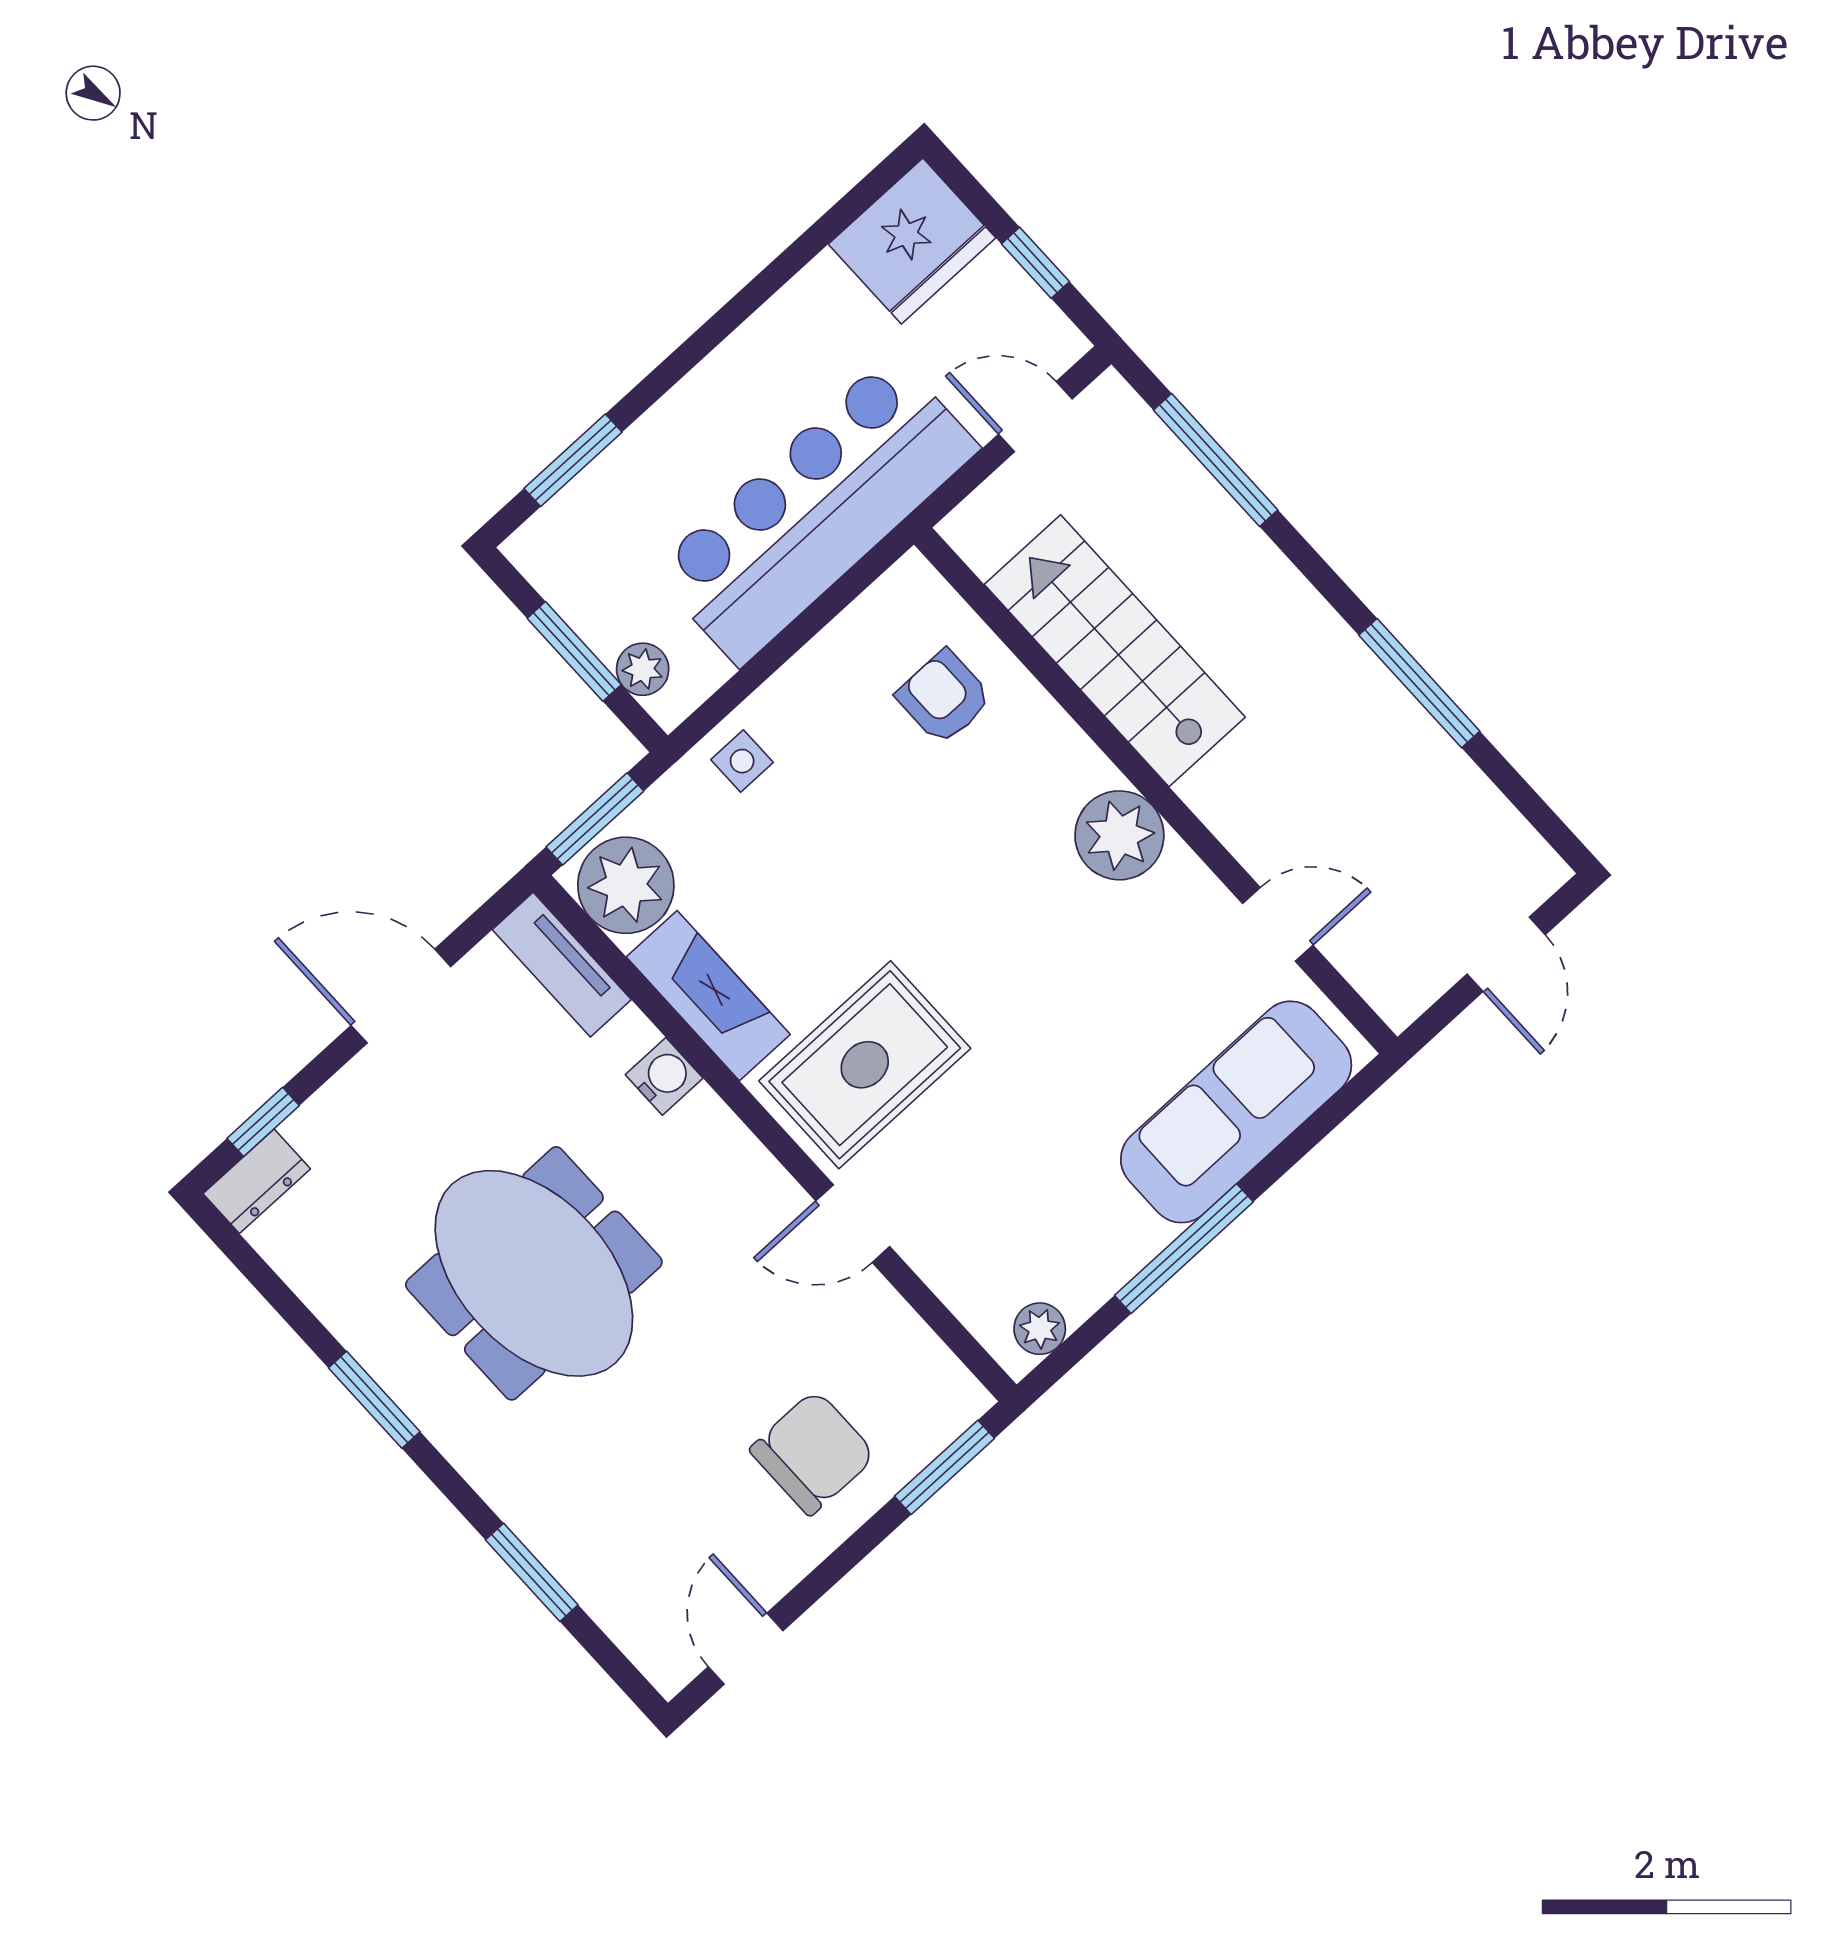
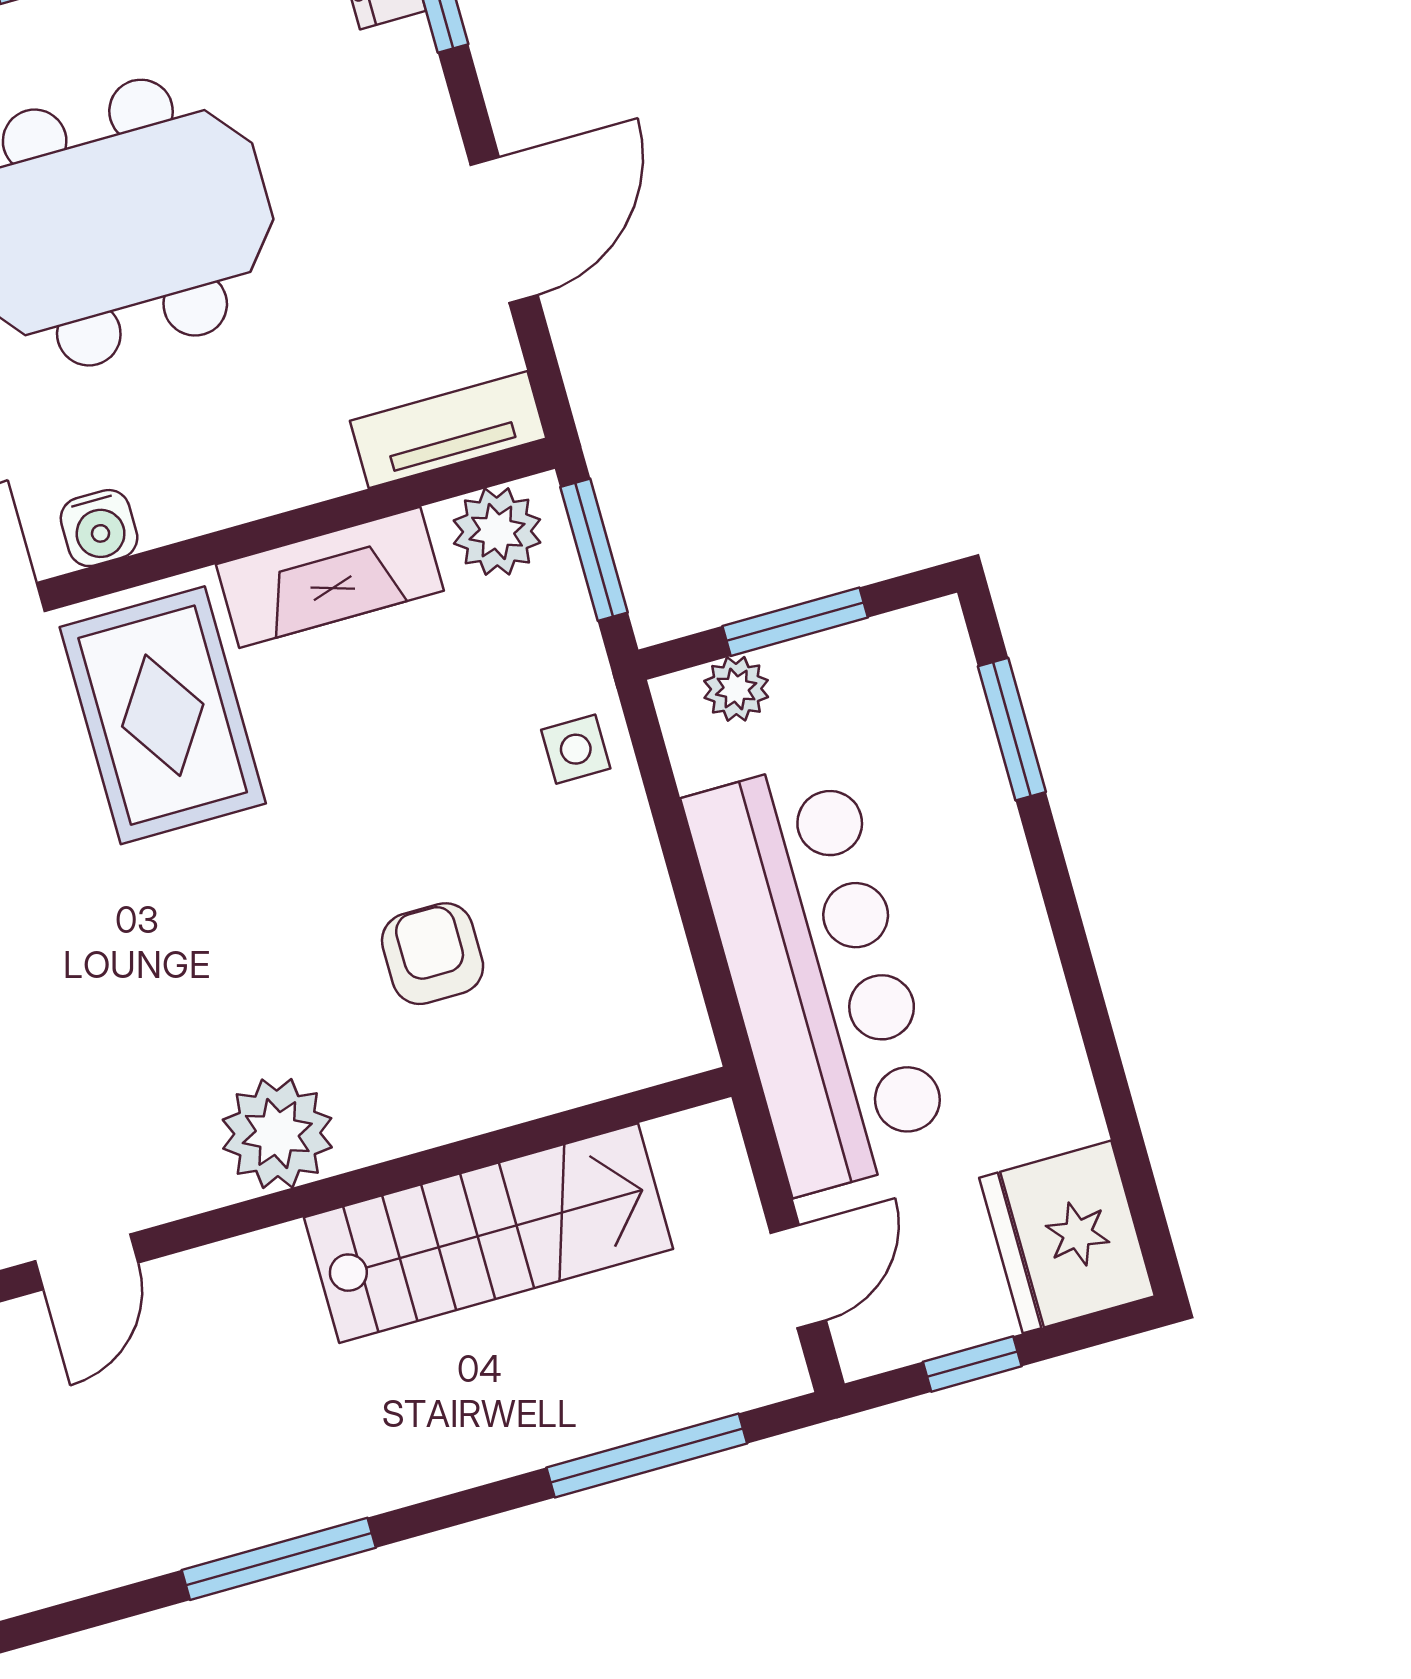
armchair: (944, 697) -> (433, 954), moved, turned -90
plant: (626, 885) -> (497, 532), width x0.73, depth x0.73
water cooler: (664, 1076) -> (99, 528), moved

